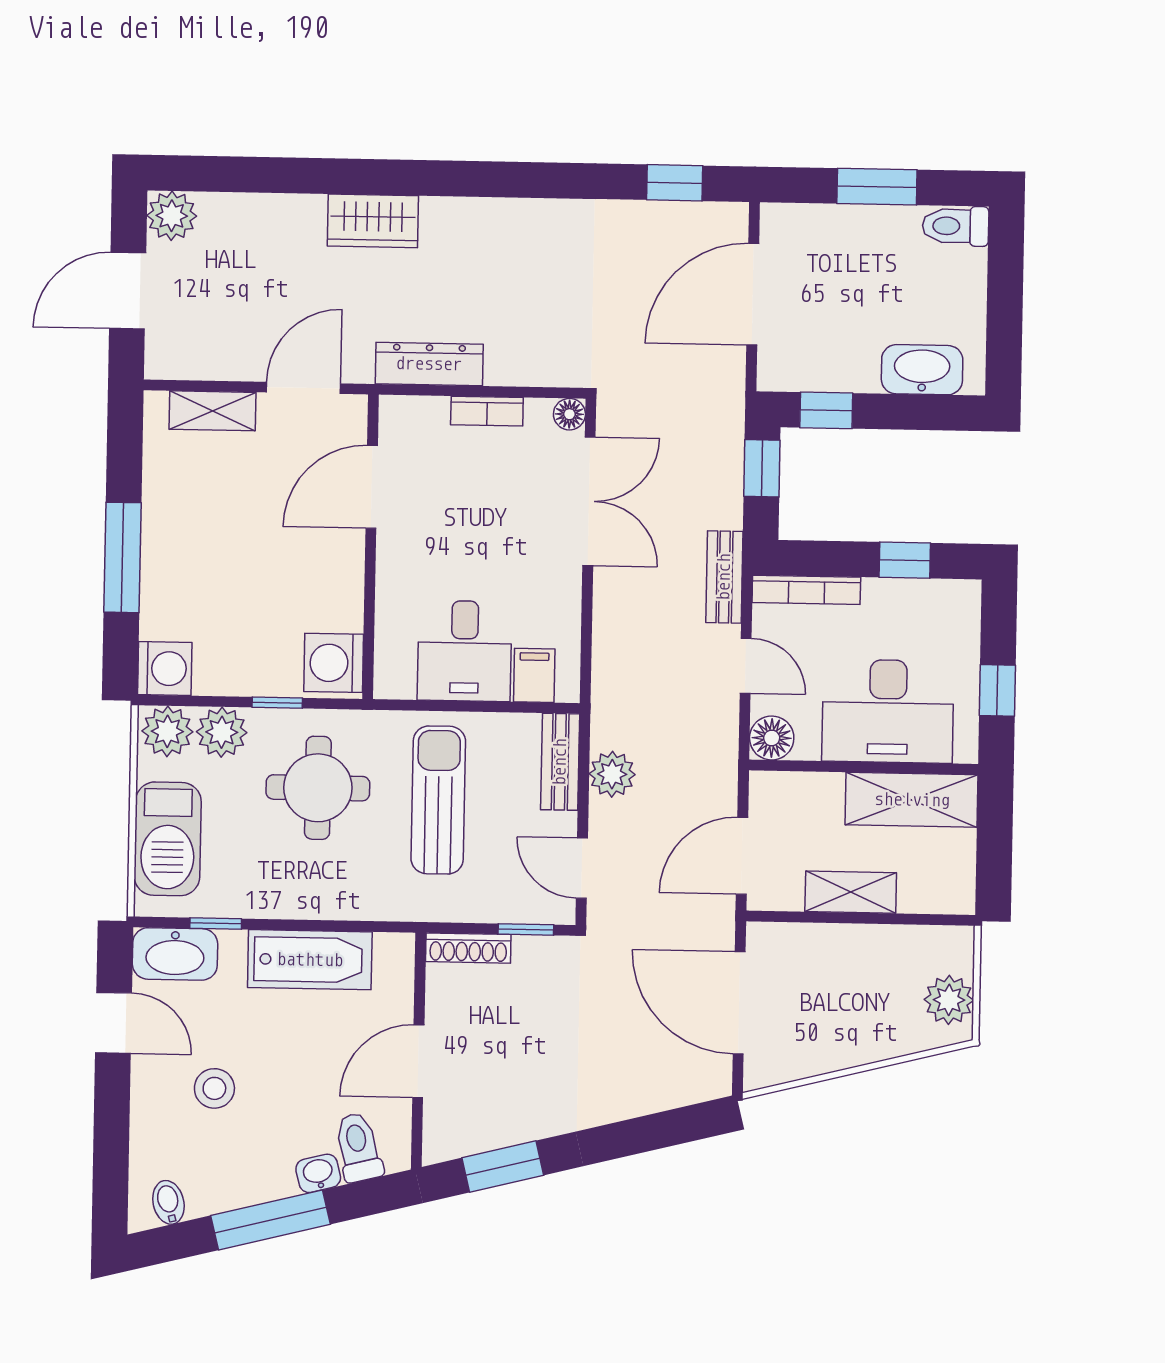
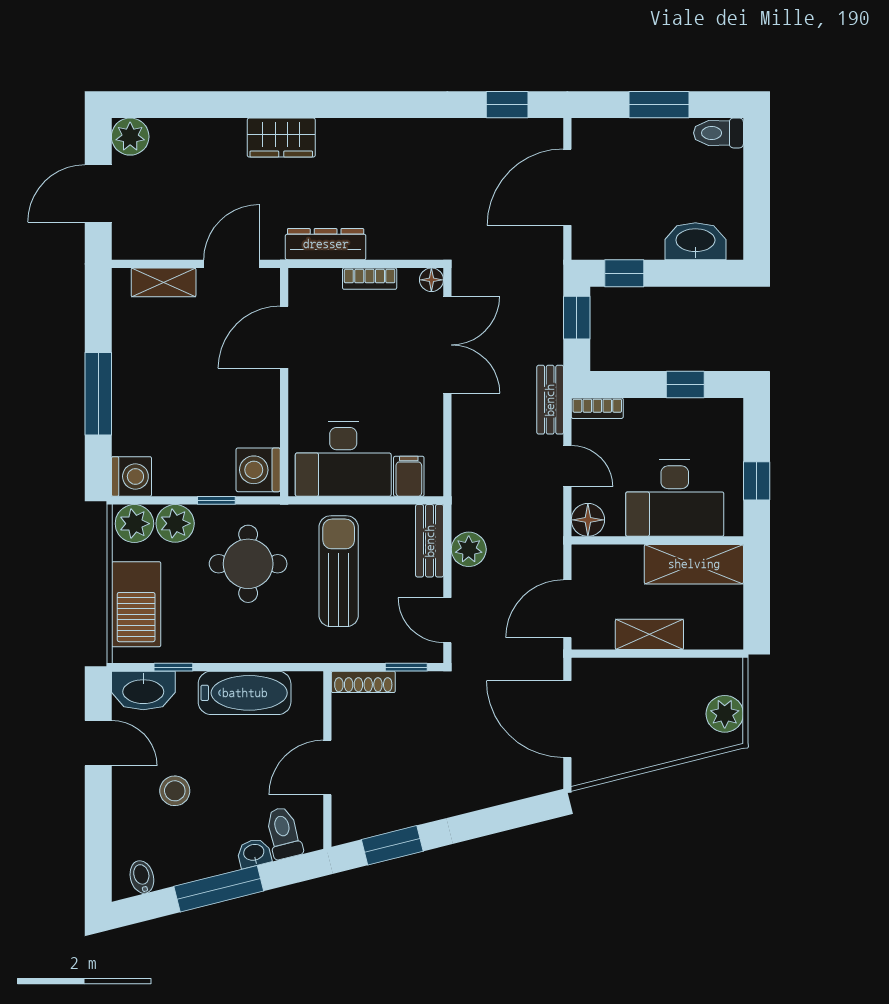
bookcase: (806, 590) -> (597, 408), width x0.64
desk: (465, 651) -> (343, 459), width x1.37

